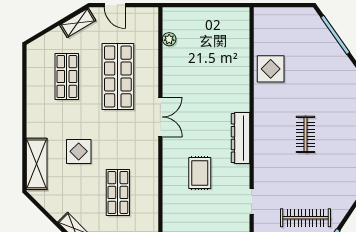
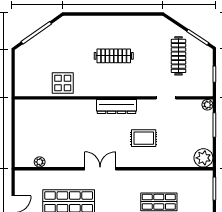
clothes rail: (306, 134) -> (114, 56), width x1.36

